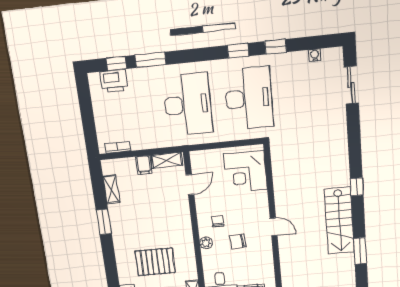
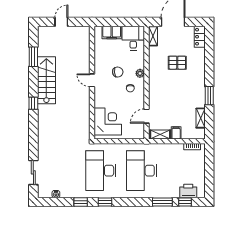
pallet: (155, 262) -> (177, 63), width x0.67, depth x0.71

